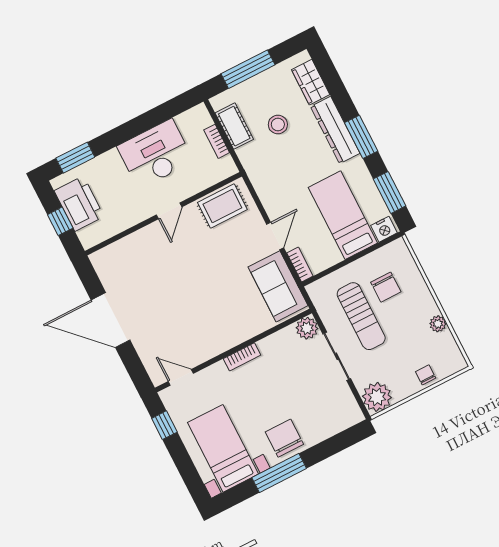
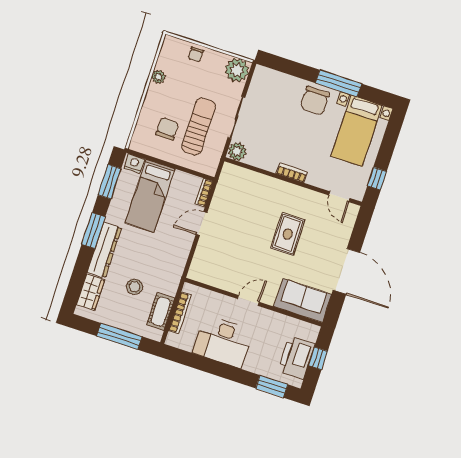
bookcase: (217, 141) -> (180, 313), width x1.56
rug: (222, 206) -> (288, 234), moved, turned 90
sofa: (278, 286) -> (303, 301), moved, turned -90

